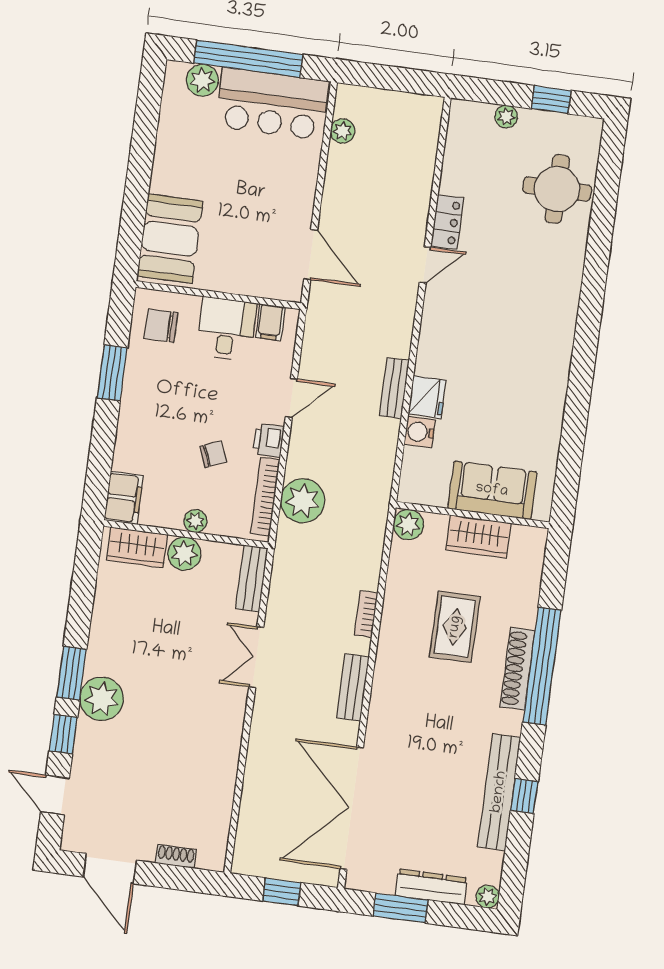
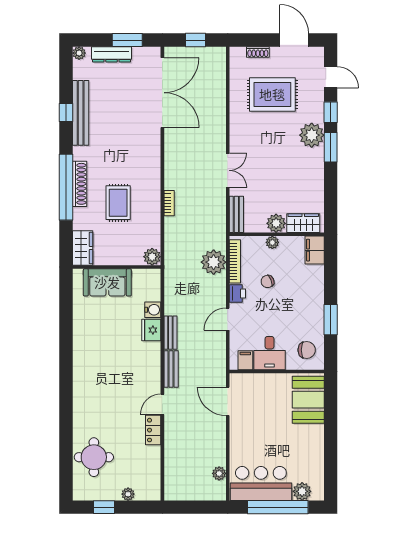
wardrobe: (478, 537) -> (83, 248), moved, turned 90
bench: (353, 687) -> (171, 369), moved
rug: (160, 779) -> (272, 94), added

